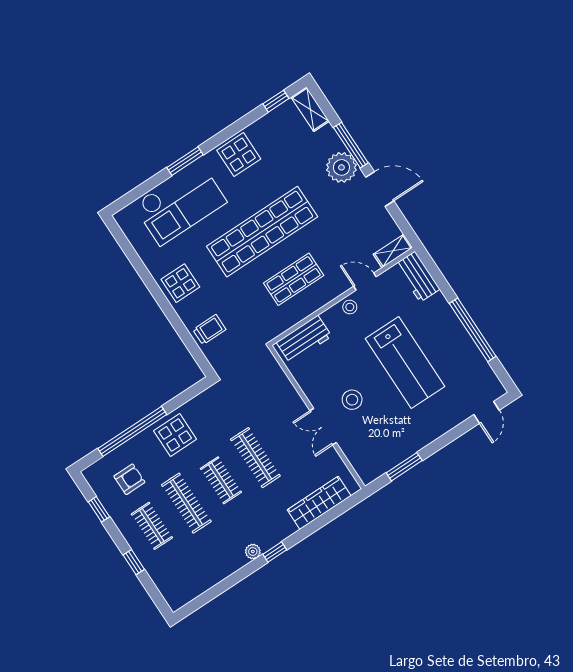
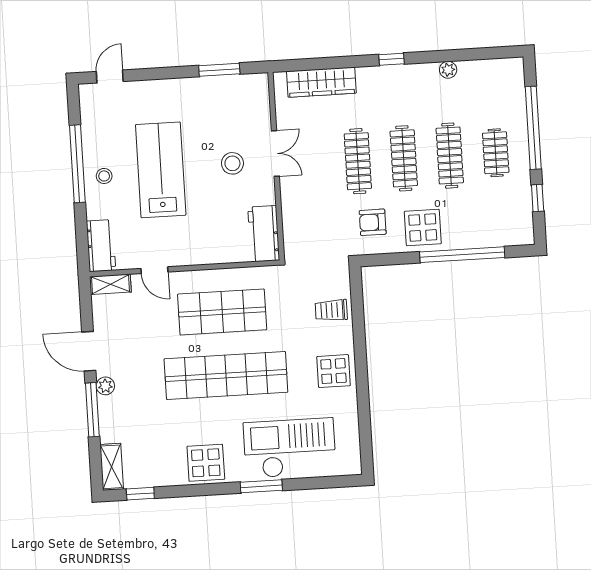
plant: (341, 167) -> (105, 386), width x0.53, depth x0.53
shop shelf: (294, 279) -> (222, 312), width x1.43, depth x1.36
stool: (350, 307) -> (104, 176), moved
workbench: (304, 339) -> (264, 234), moved, turned -90
armchair: (129, 479) -> (373, 222), moved
clothes rail: (221, 480) -> (404, 158), width x1.36
plant: (253, 551) -> (448, 70), moved
window: (134, 562) -> (533, 128), width x3.17

